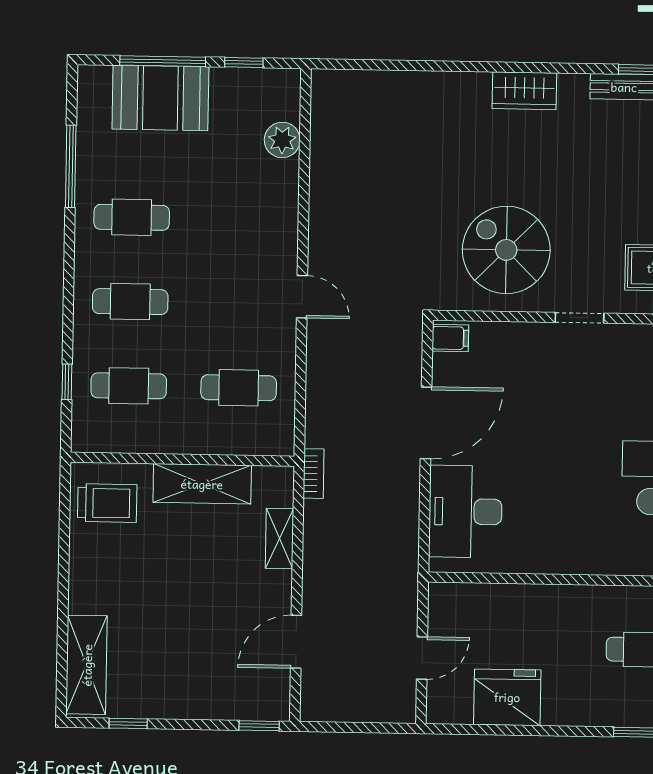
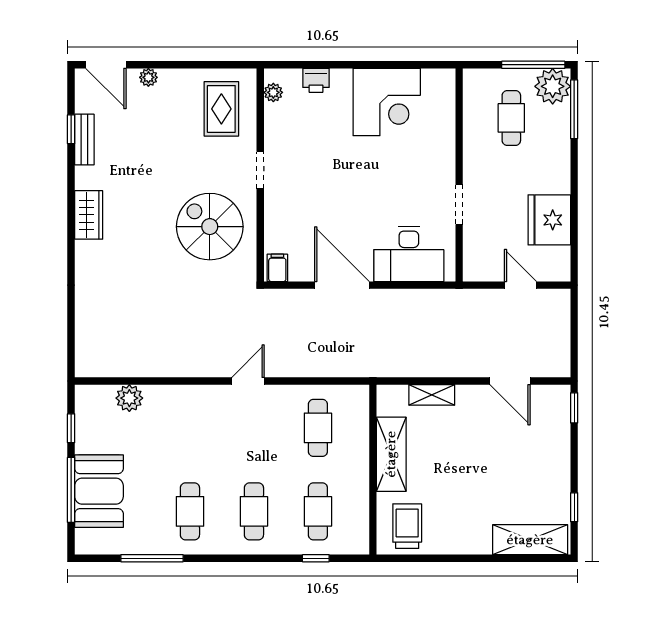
spiral stairs: (506, 250) -> (210, 227), turned 90
bookcase: (314, 474) -> (382, 370), removed
doorway: (529, 579) -> (459, 205), added

